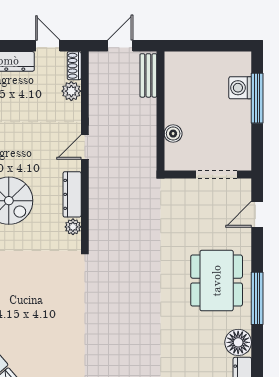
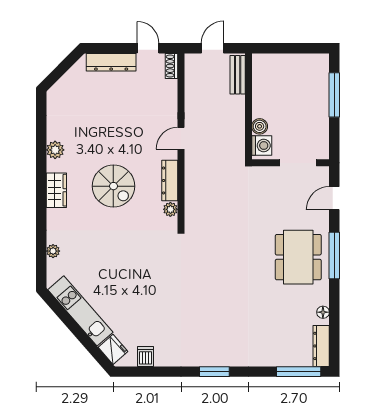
washing machine: (240, 88) -> (262, 146), moved, turned 180
plant: (71, 91) -> (169, 89), removed
window: (257, 298) -> (334, 256), moved
floor lamp: (238, 342) -> (323, 312), width x0.53, depth x0.53

